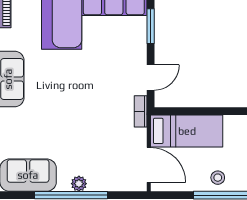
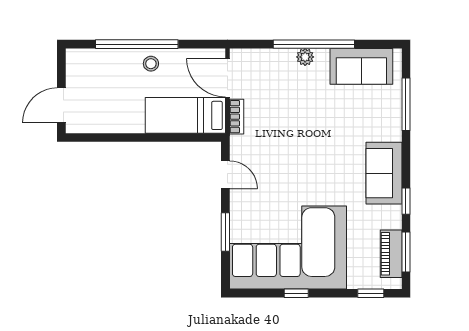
door: (151, 78) -> (225, 175), swing flipped
bookcase: (141, 111) -> (237, 117), moved

